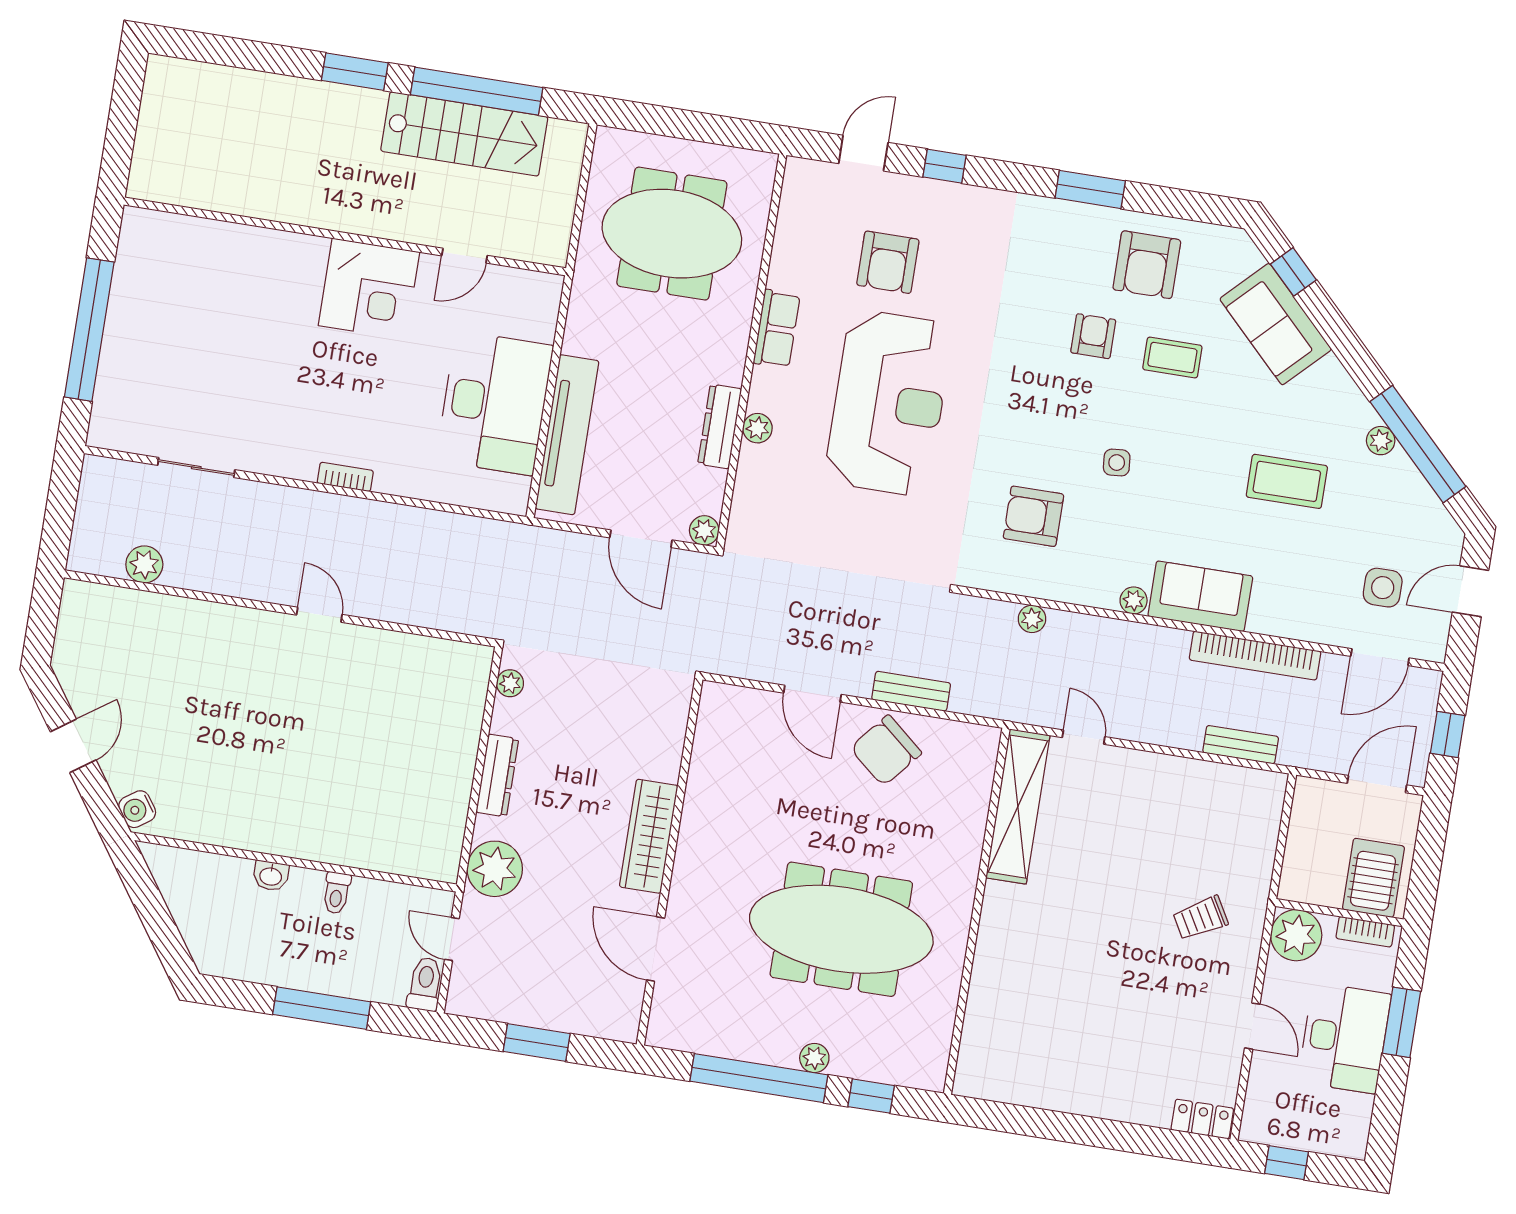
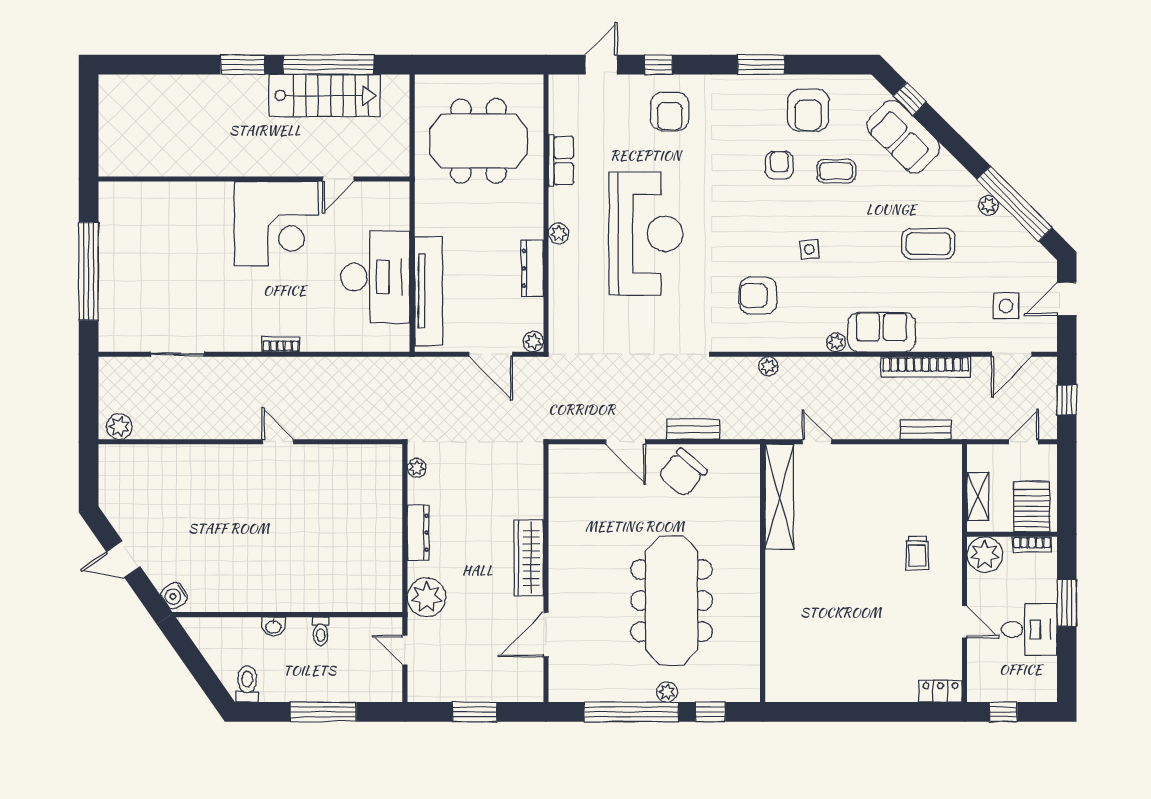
armchair: (888, 262) -> (670, 111), moved
corner desk: (369, 289) -> (276, 223), width x1.36, depth x1.36
row of seats: (777, 329) -> (561, 161), moved
plant: (757, 428) -> (559, 233), moved
plant: (144, 564) -> (119, 427), moved
door: (73, 746) -> (123, 559), swing flipped
door: (1377, 784) -> (1024, 442), width x0.73
shelving: (1300, 851) -> (978, 497), added
trolley: (1200, 918) -> (917, 553), turned -60
meeting table: (841, 929) -> (671, 601), turned 90
door: (656, 949) -> (546, 635), hinge flipped
toilet: (425, 984) -> (247, 684), moved
desk: (1344, 1038) -> (1029, 629), width x0.73

